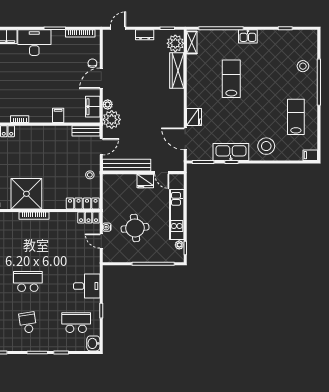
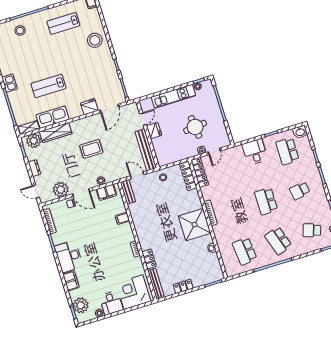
rug: (146, 105) -> (91, 149), added
plant: (112, 120) -> (61, 190), moved
kitchen sink: (231, 152) -> (53, 117), moved, turned 90
locker: (89, 218) -> (200, 173), width x1.53

